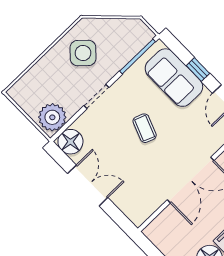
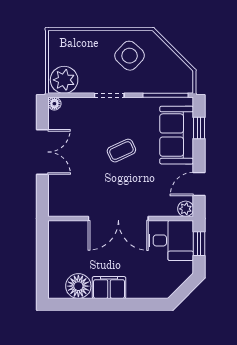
window: (198, 70) -> (199, 128), moved
coffee table: (145, 128) -> (121, 151), turned 44
floor lamp: (70, 142) -> (54, 104), width x0.53, depth x0.53

